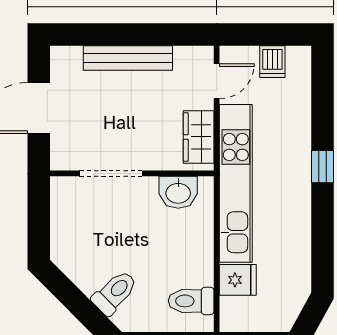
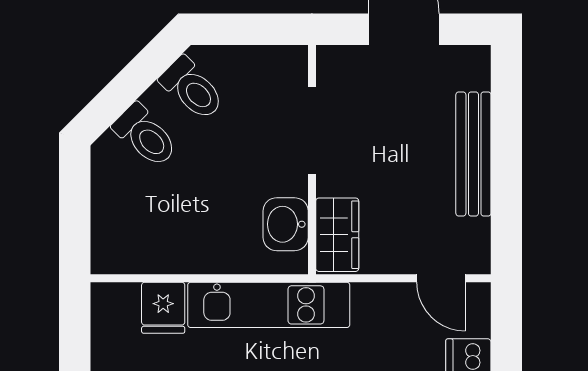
wardrobe: (199, 137) -> (337, 235), moved, turned 90
kitchen unit: (236, 183) -> (269, 305), width x0.73
toilet: (191, 301) -> (192, 89), moved, turned 135

